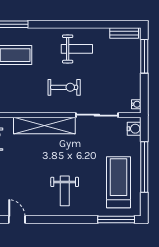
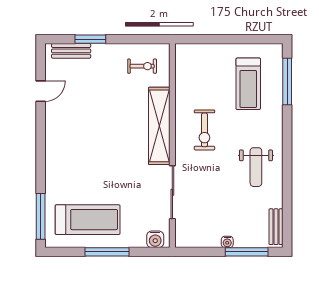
exercise bike: (64, 87) -> (204, 130), moved
water cooler: (136, 104) -> (227, 242), moved
window: (144, 167) -> (107, 252), width x0.68
weight bench: (65, 191) -> (77, 152), removed

